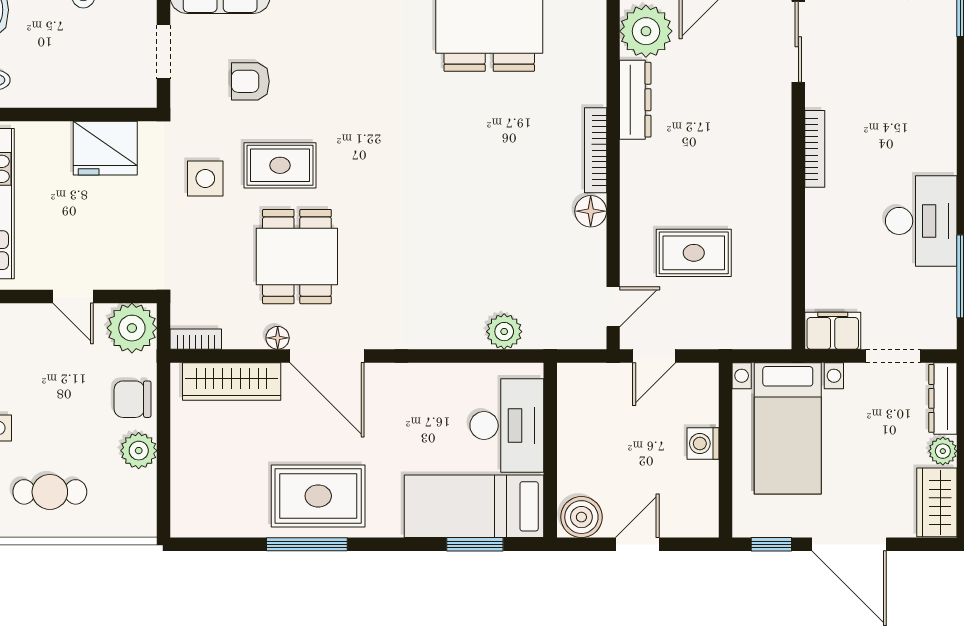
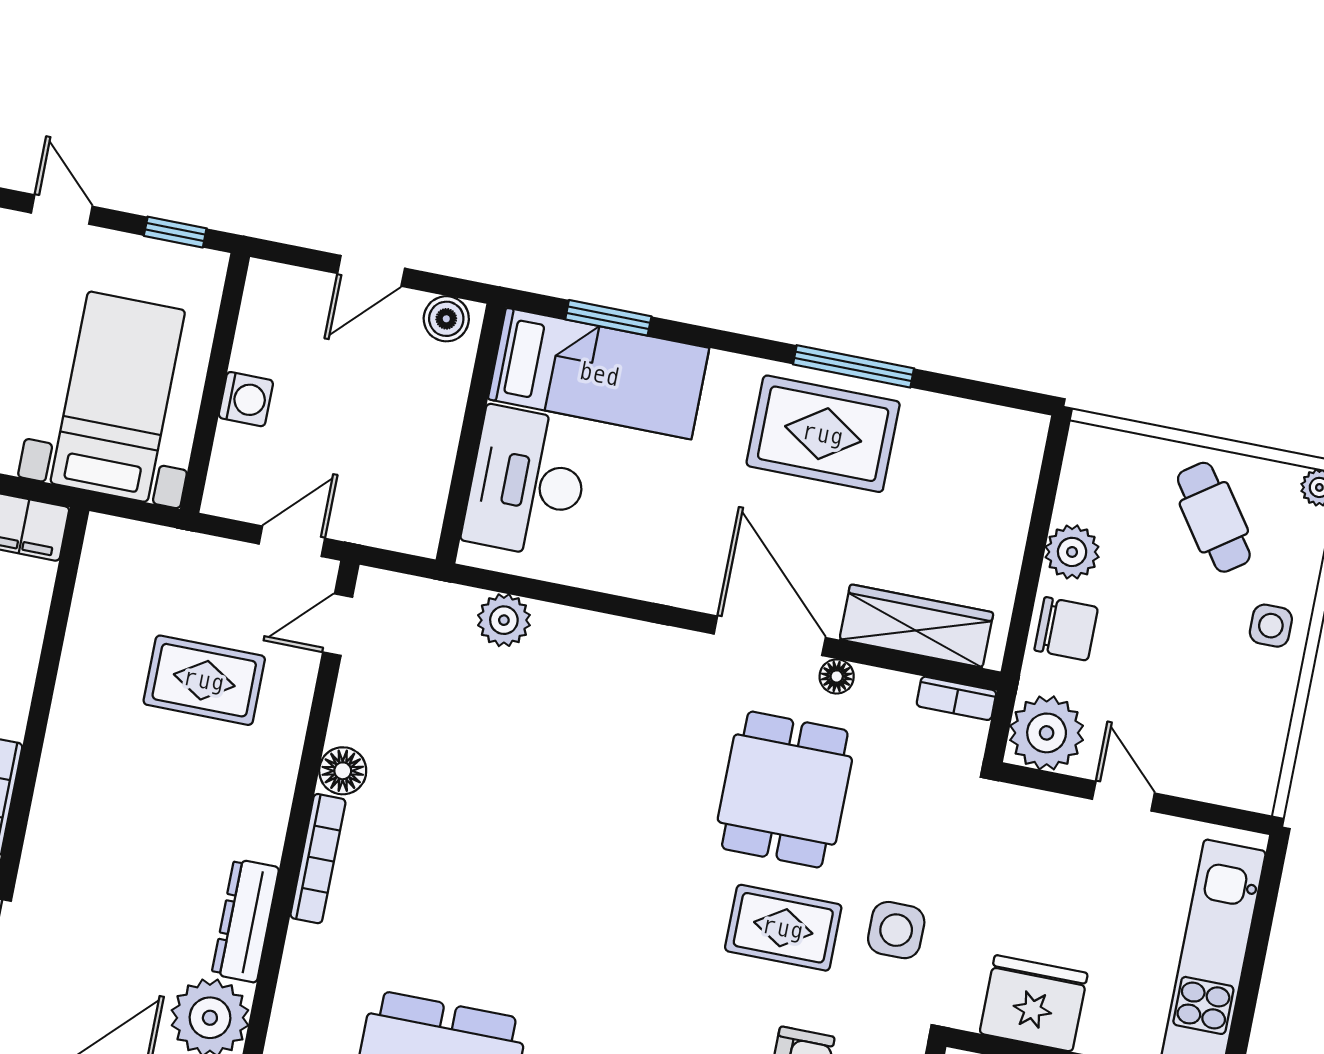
cafe table: (50, 492) -> (1214, 517), turned 55
boiler: (581, 517) -> (446, 319), width x0.73, depth x0.73
door: (849, 544) -> (62, 210), width x0.53

